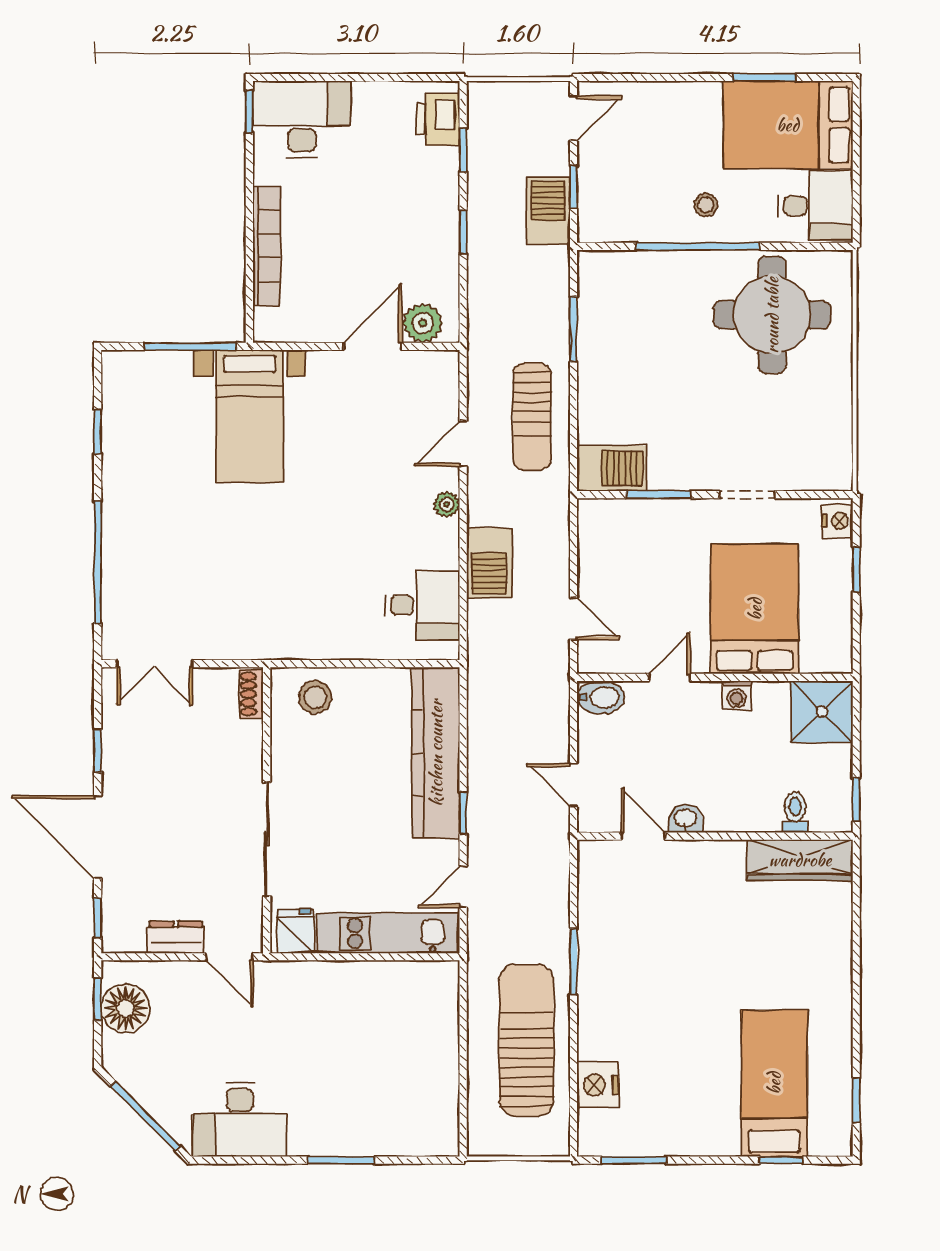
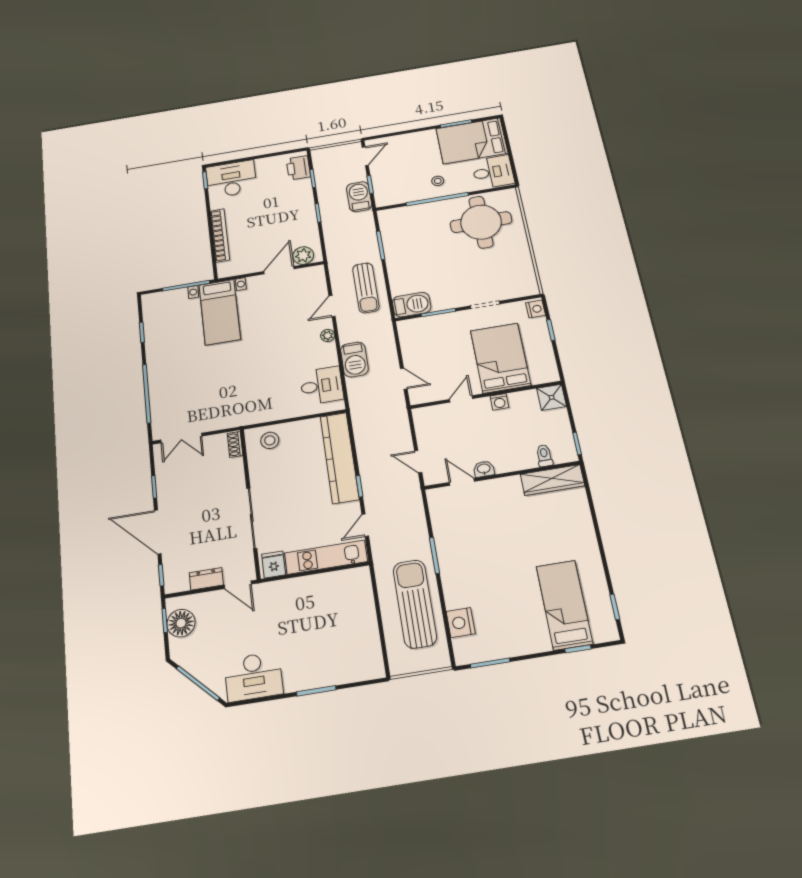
bidet: (601, 697) -> (425, 415), removed
shower: (822, 712) -> (552, 397), width x0.73, depth x0.73

